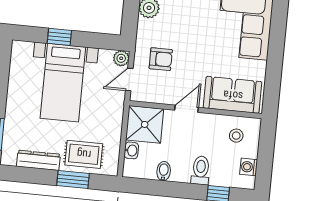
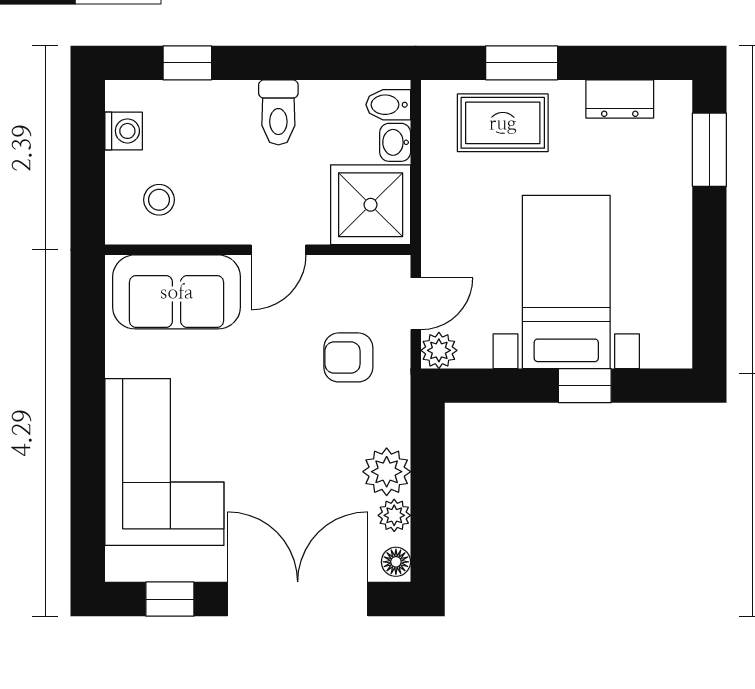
dresser: (38, 160) -> (620, 99), width x0.70
toilet: (201, 170) -> (278, 112), moved
bidet: (164, 171) -> (388, 105), moved, turned 90

